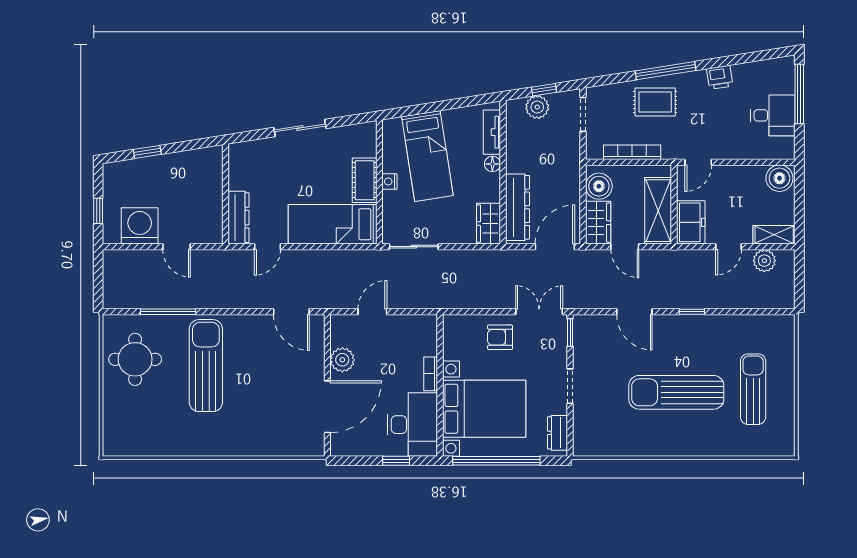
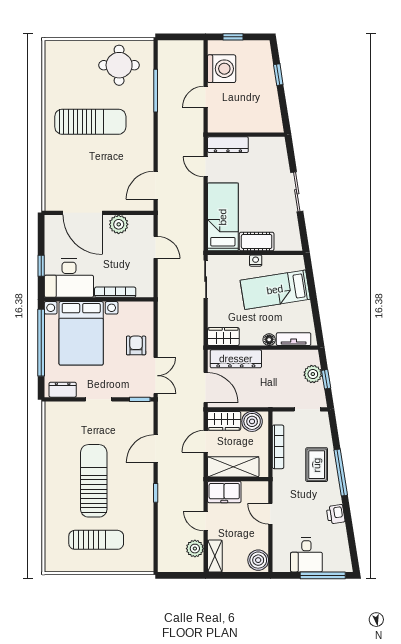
door: (698, 162) -> (270, 514), moved
sun lounger: (206, 366) -> (90, 122), moved
bookcase: (431, 374) -> (115, 292), width x1.56

